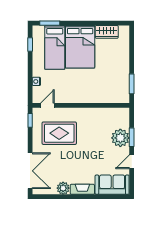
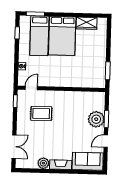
rug: (59, 133) -> (41, 113), width x0.73, depth x0.70
double door: (30, 171) -> (14, 147), width x0.73

